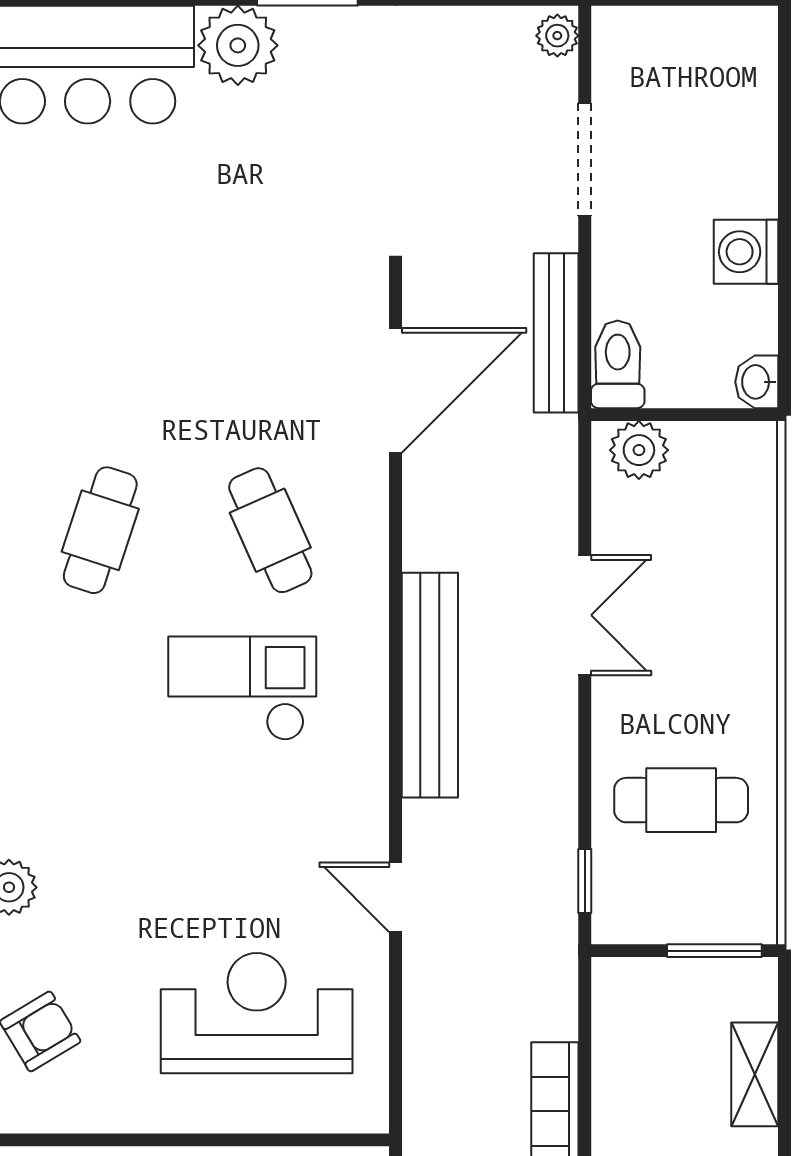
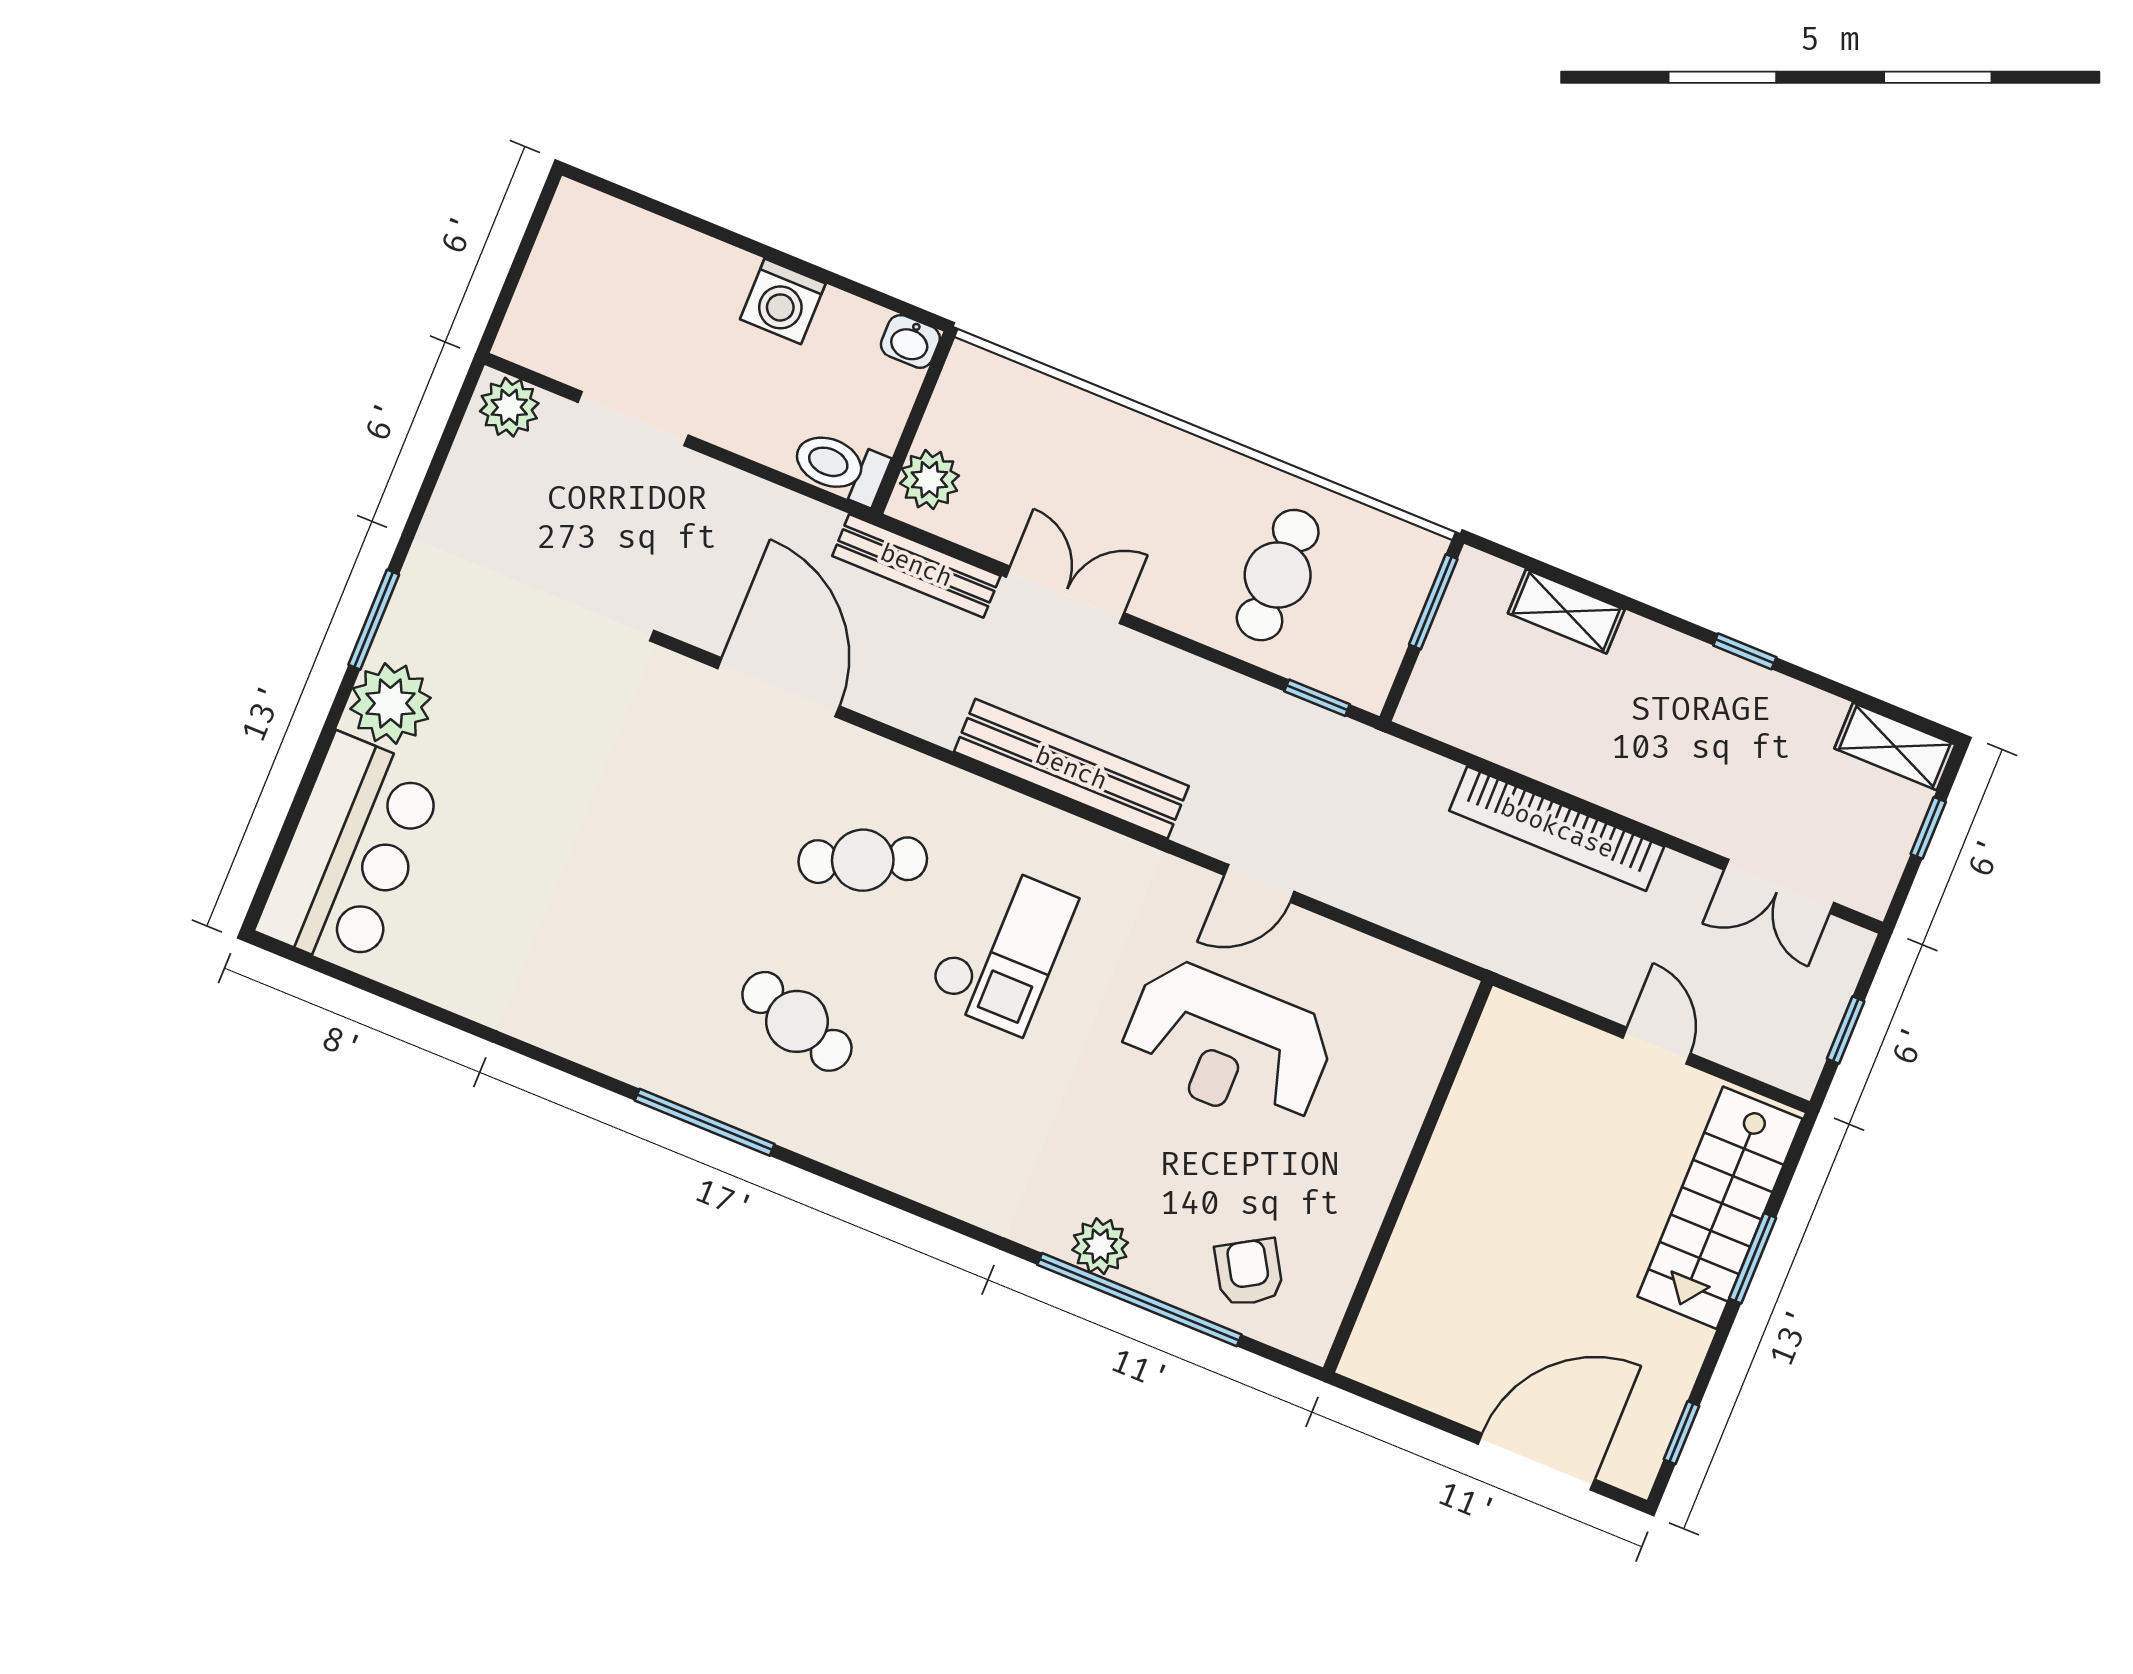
plant: (557, 36) -> (509, 407), width x1.38, depth x1.38
bench: (556, 333) -> (916, 566), moved
checkout: (242, 688) -> (1002, 948), turned 180
reception desk: (257, 1013) -> (1227, 1045), moved, turned -90

